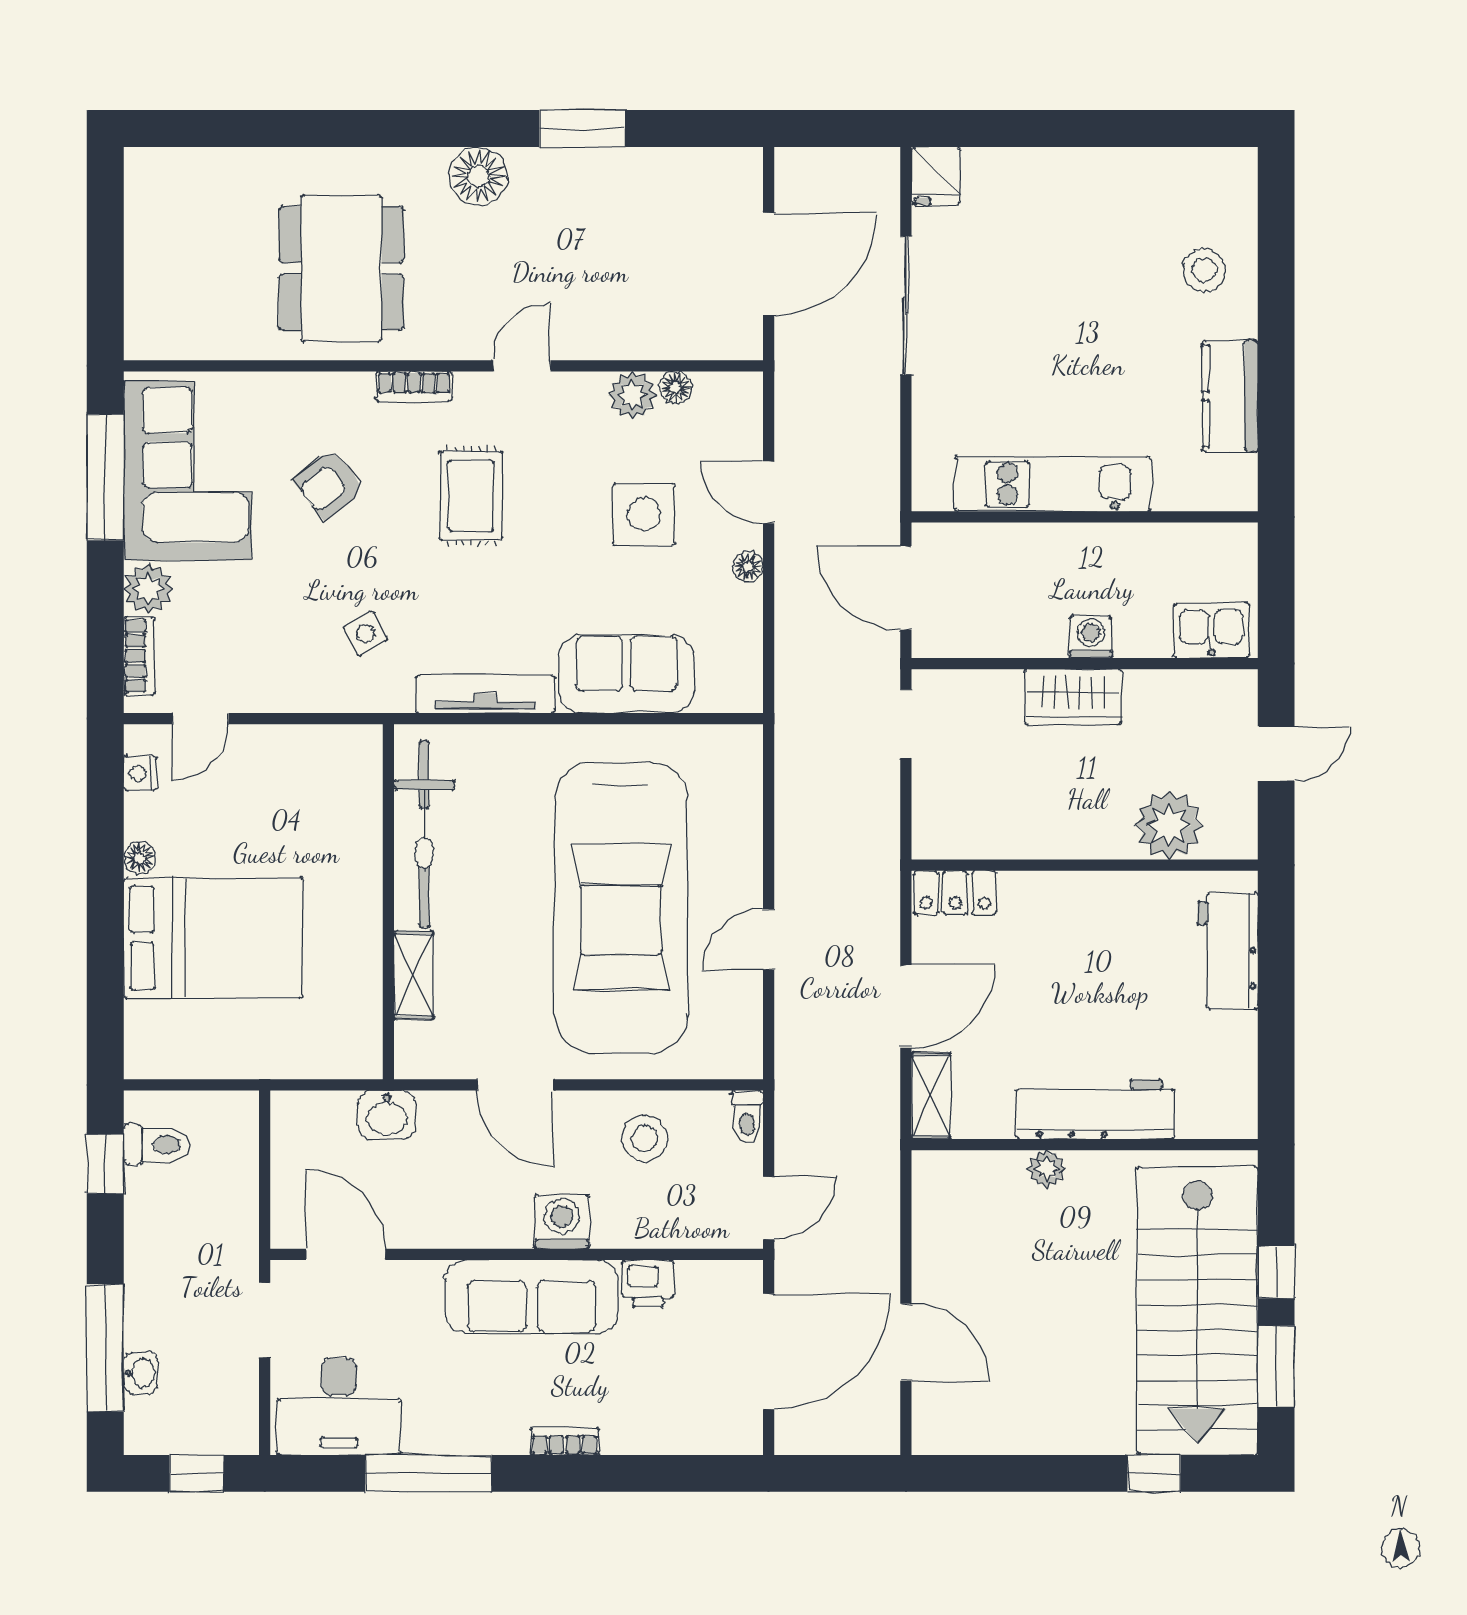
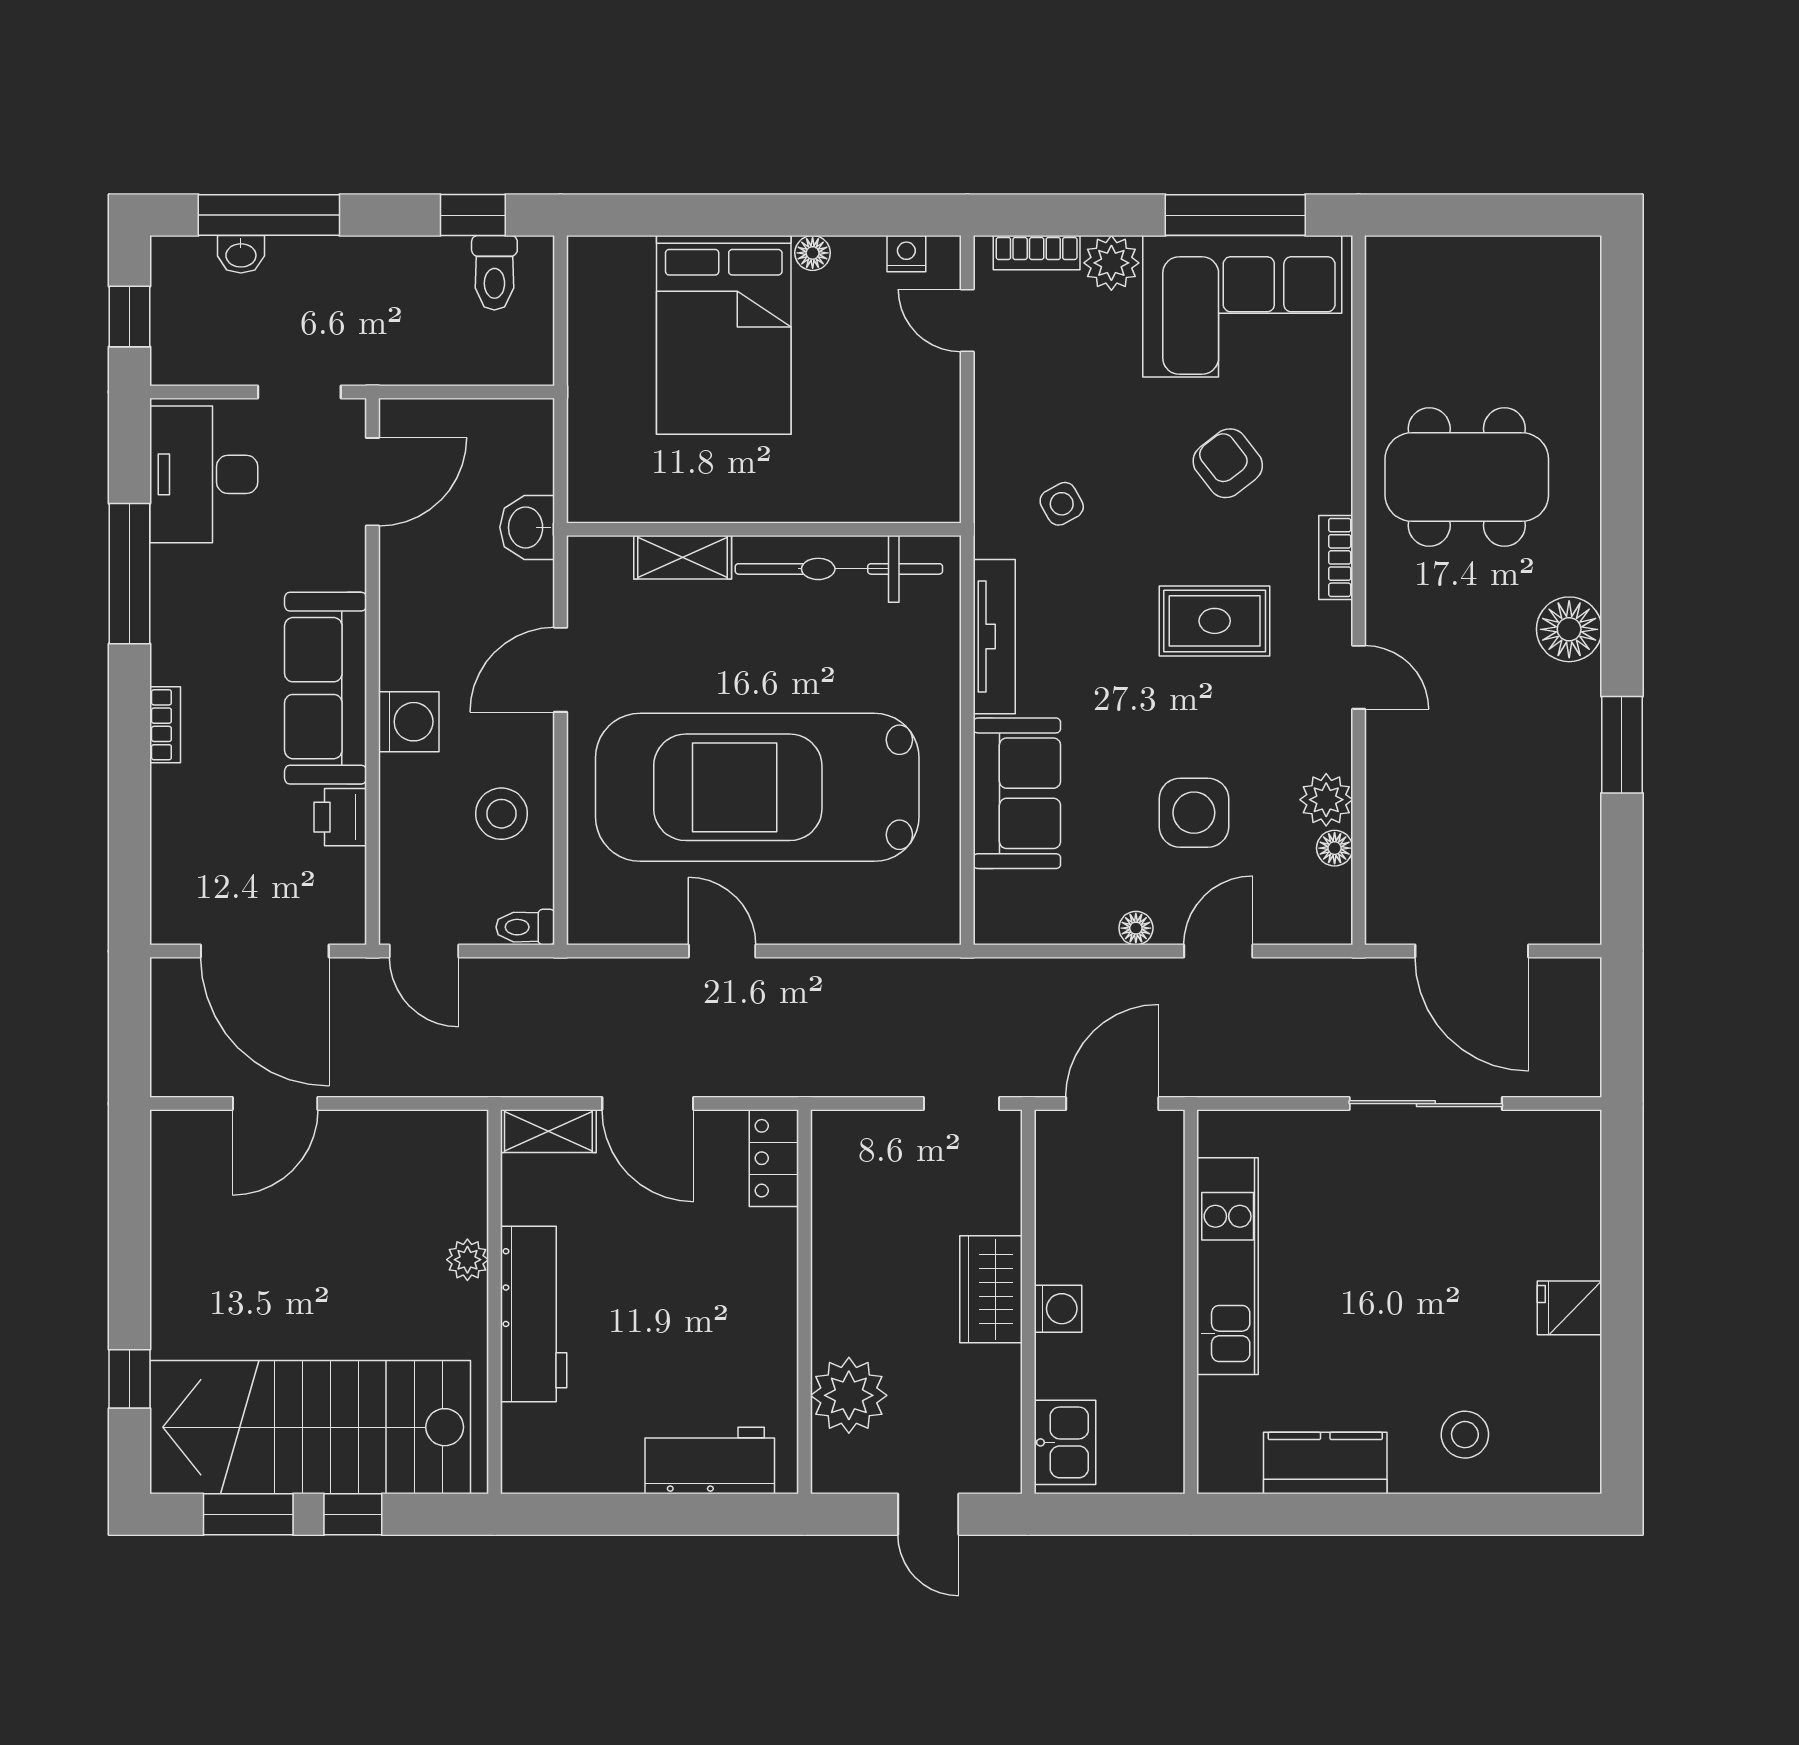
fridge: (936, 176) -> (1570, 1308), moved

